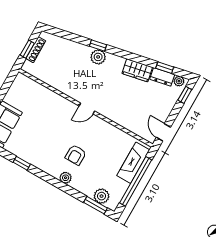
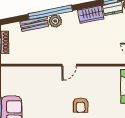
window: (98, 46) -> (50, 12), width x3.17
bench: (76, 48) -> (34, 24), added

